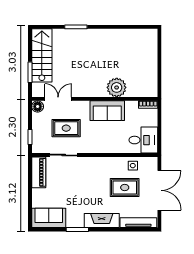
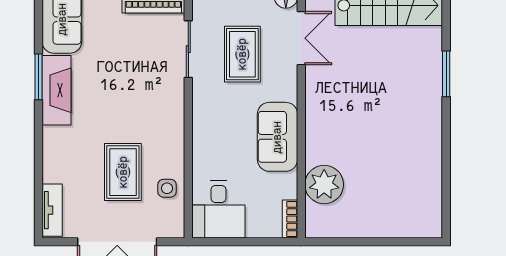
plant: (117, 87) -> (324, 185), moved
fireplace: (102, 221) -> (57, 90), moved
tv unit: (138, 223) -> (52, 210), width x0.71

